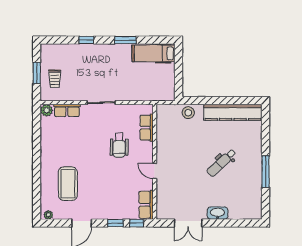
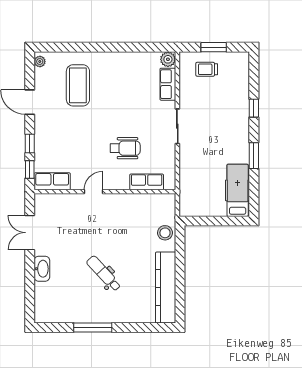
wheelchair: (119, 145) -> (125, 148), turned 180
coffee table: (68, 184) -> (78, 85), turned 90

